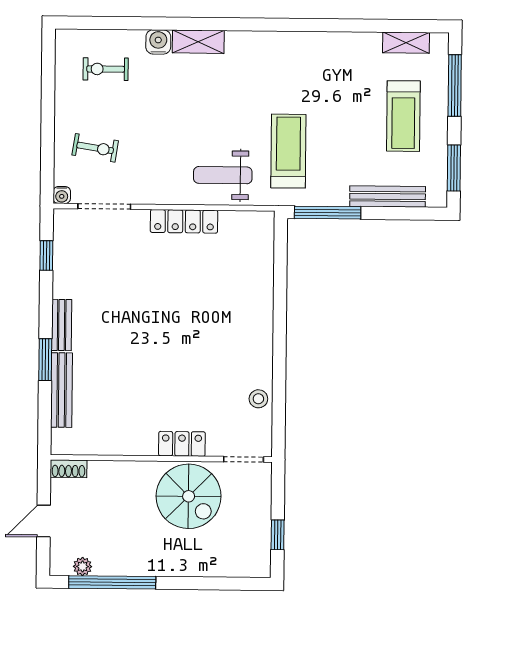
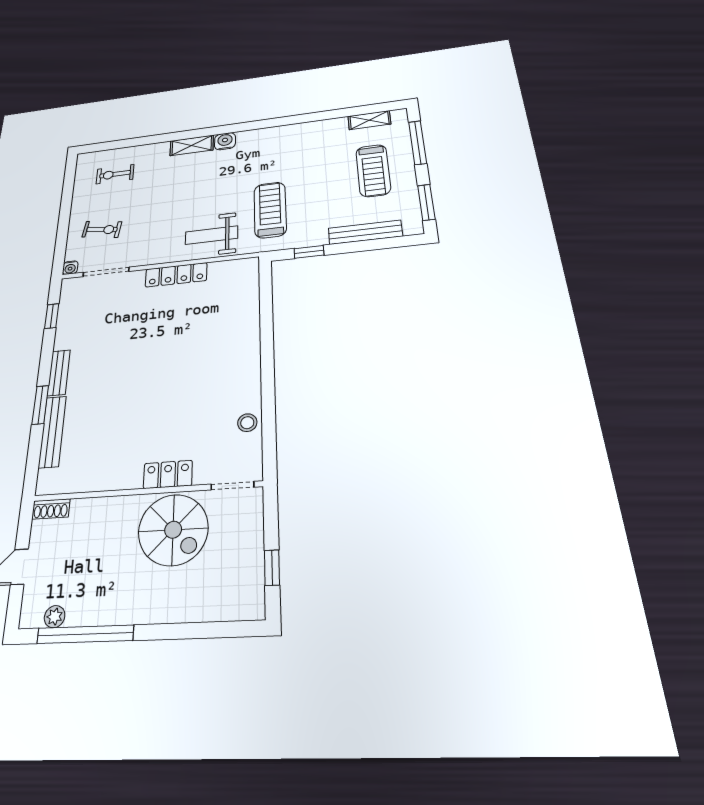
water cooler: (158, 42) -> (225, 141), moved
window: (328, 213) -> (309, 252), width x0.46

